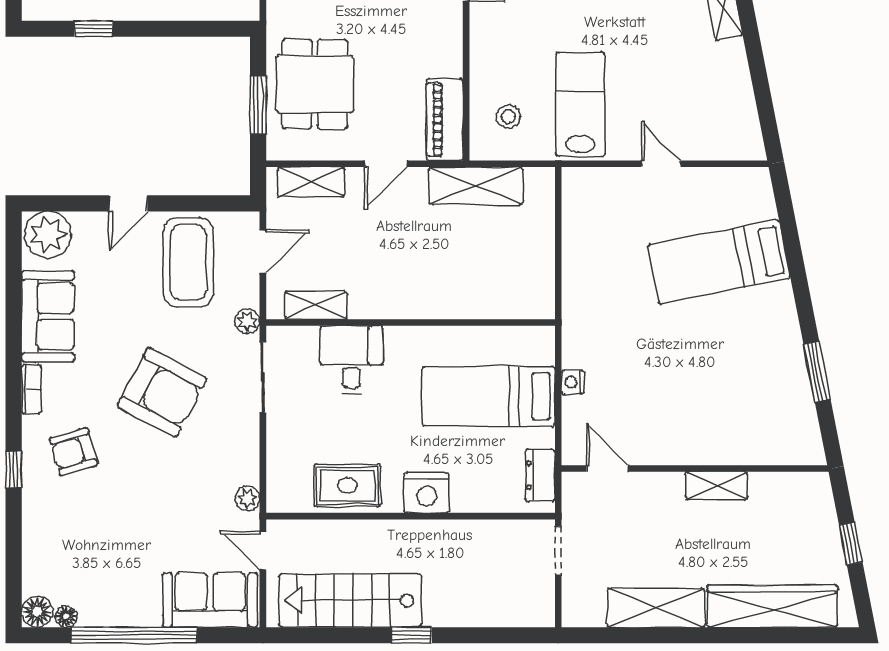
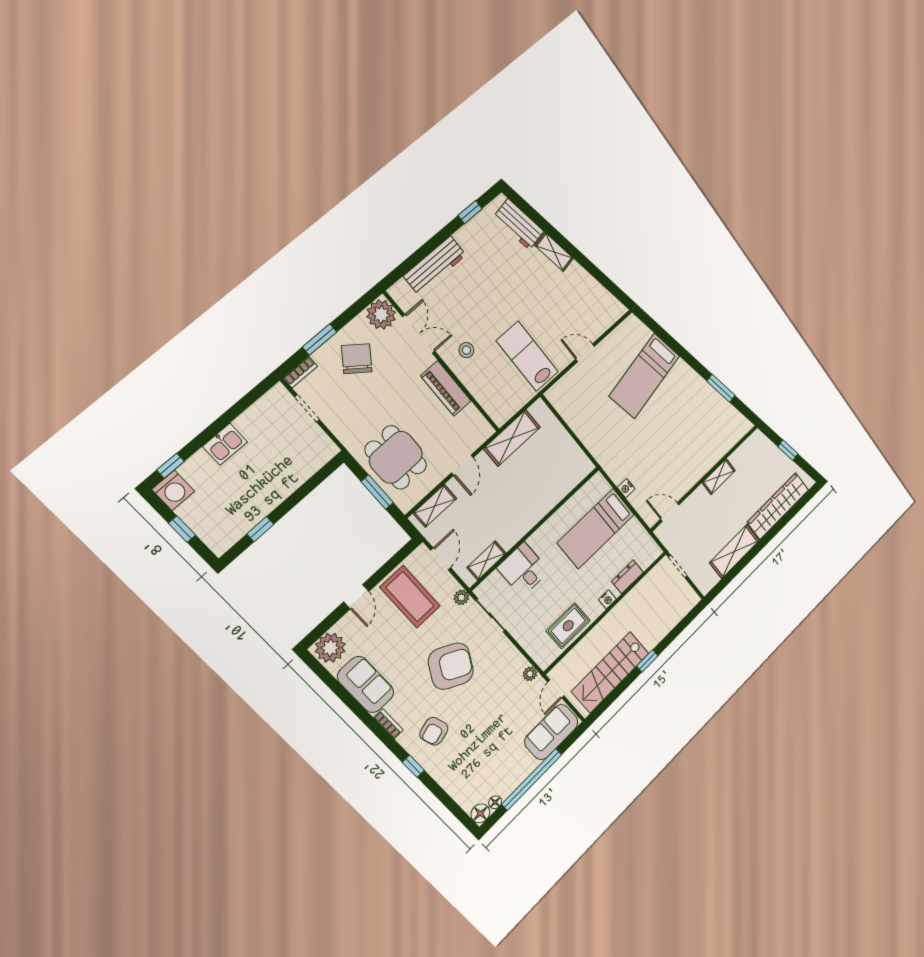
stool: (508, 117) -> (466, 350), moved
piano: (445, 120) -> (446, 388), moved
dresser: (540, 475) -> (627, 577), moved, turned 90
nightstand: (427, 493) -> (607, 599), width x0.53, depth x0.56
door: (263, 551) -> (556, 689), hinge flipped

